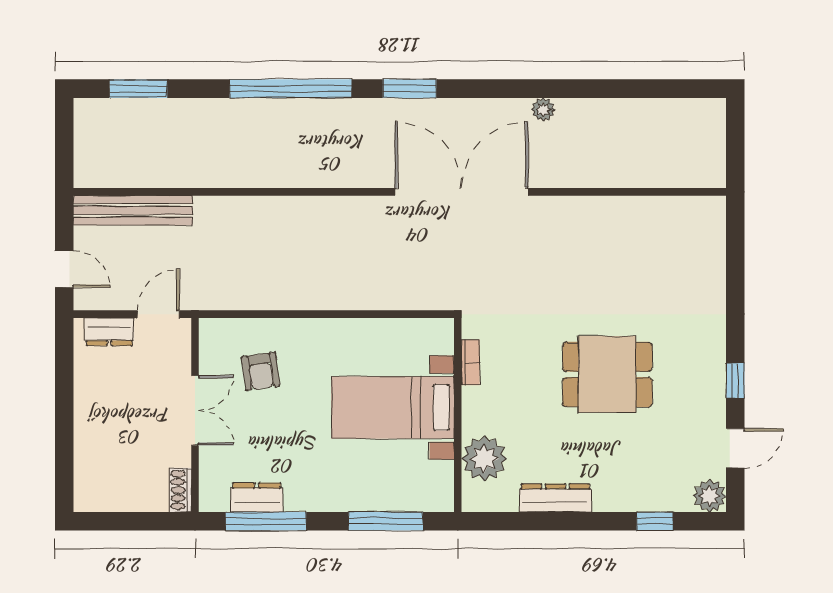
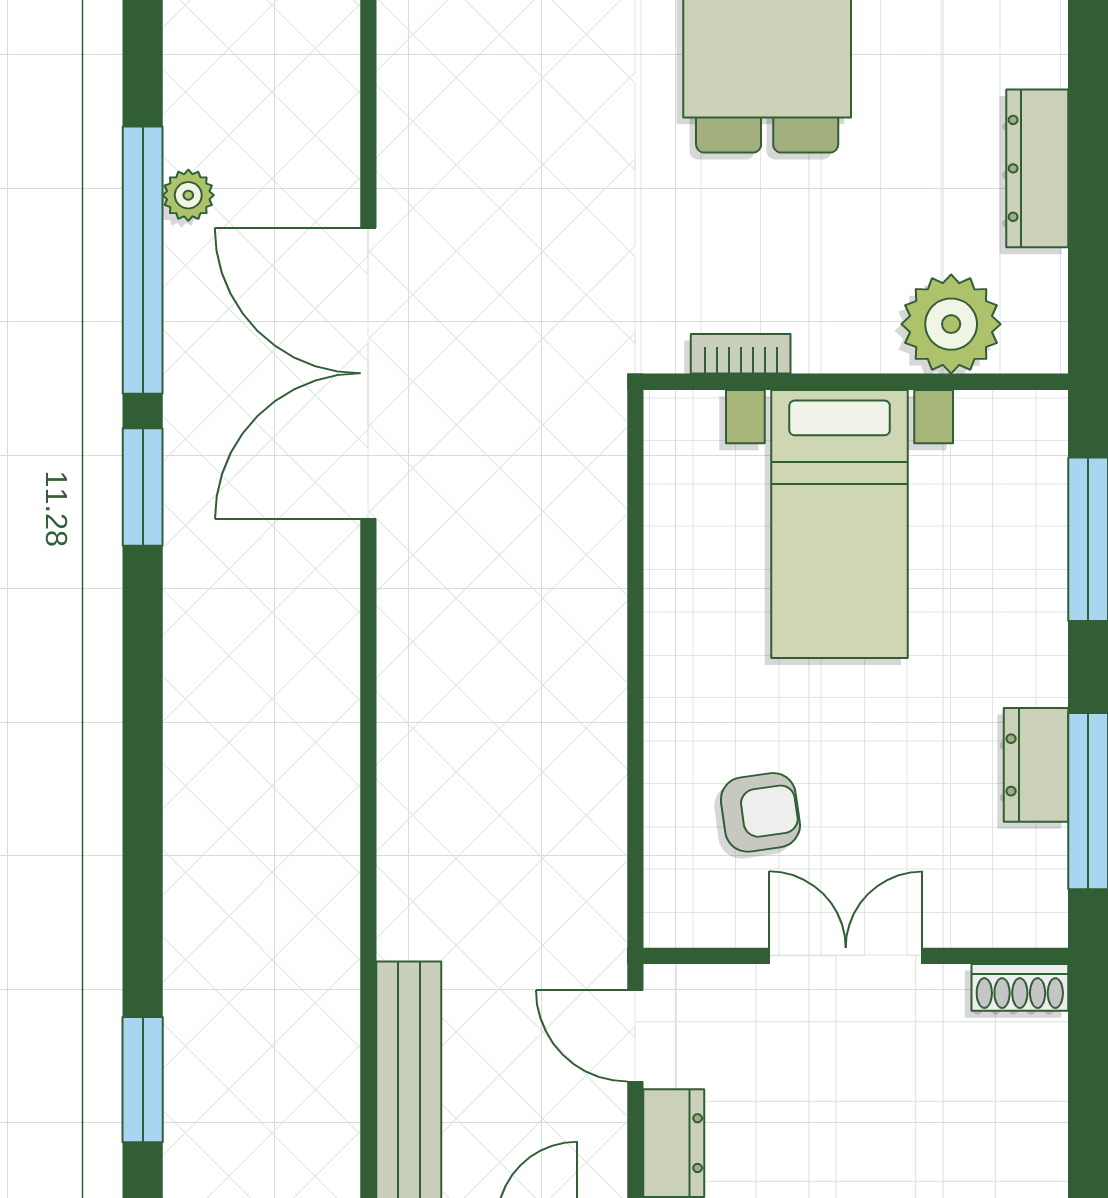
window: (291, 89) -> (143, 260), moved
dresser: (257, 497) -> (1036, 765), moved

